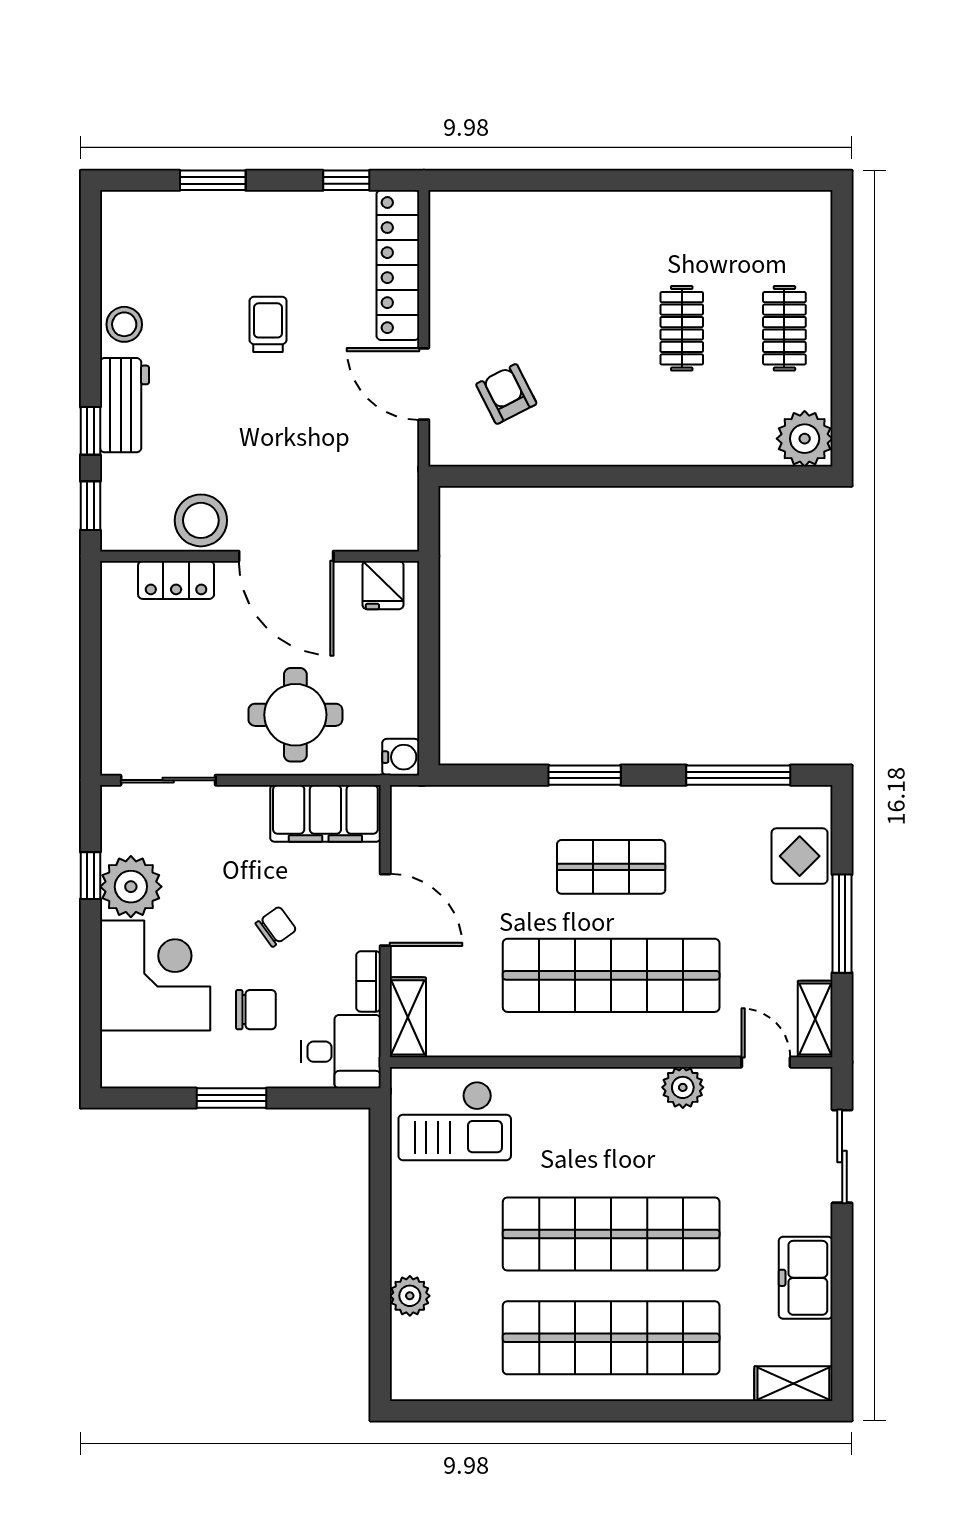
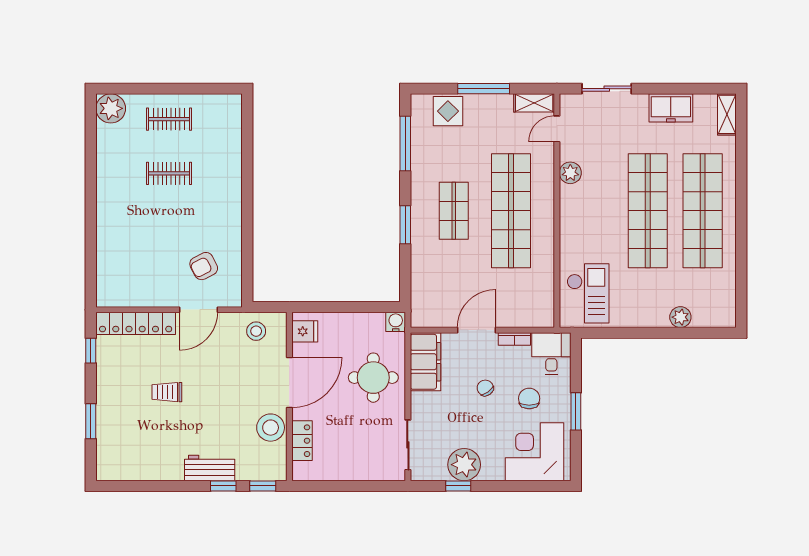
stool: (124, 324) -> (256, 331), moved
plant: (805, 439) -> (111, 108), moved
corner desk: (155, 975) -> (534, 452), moved
shelving: (408, 1017) -> (533, 318), removed

